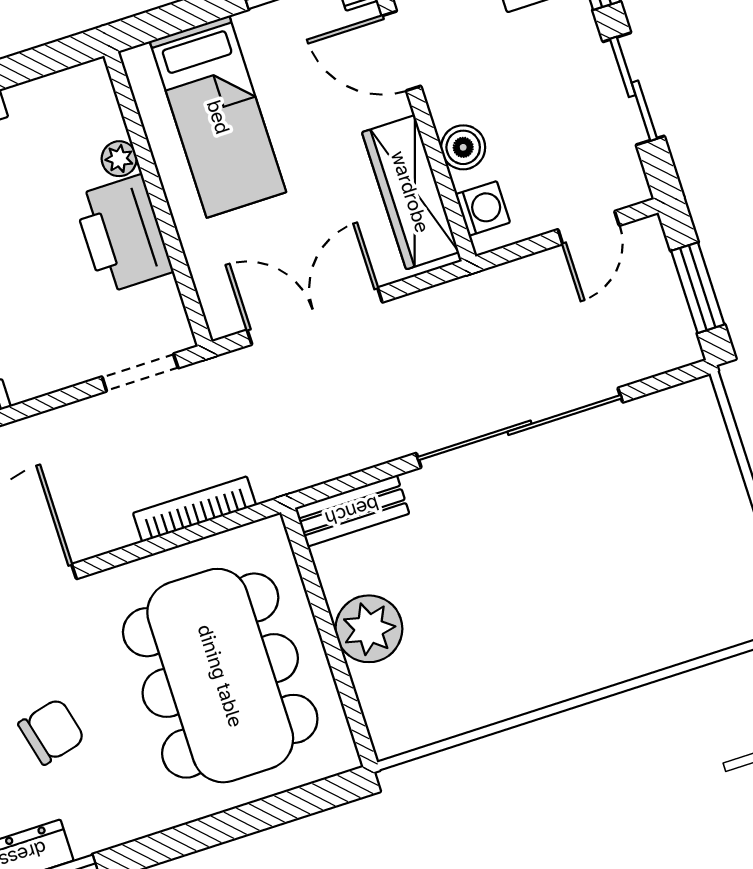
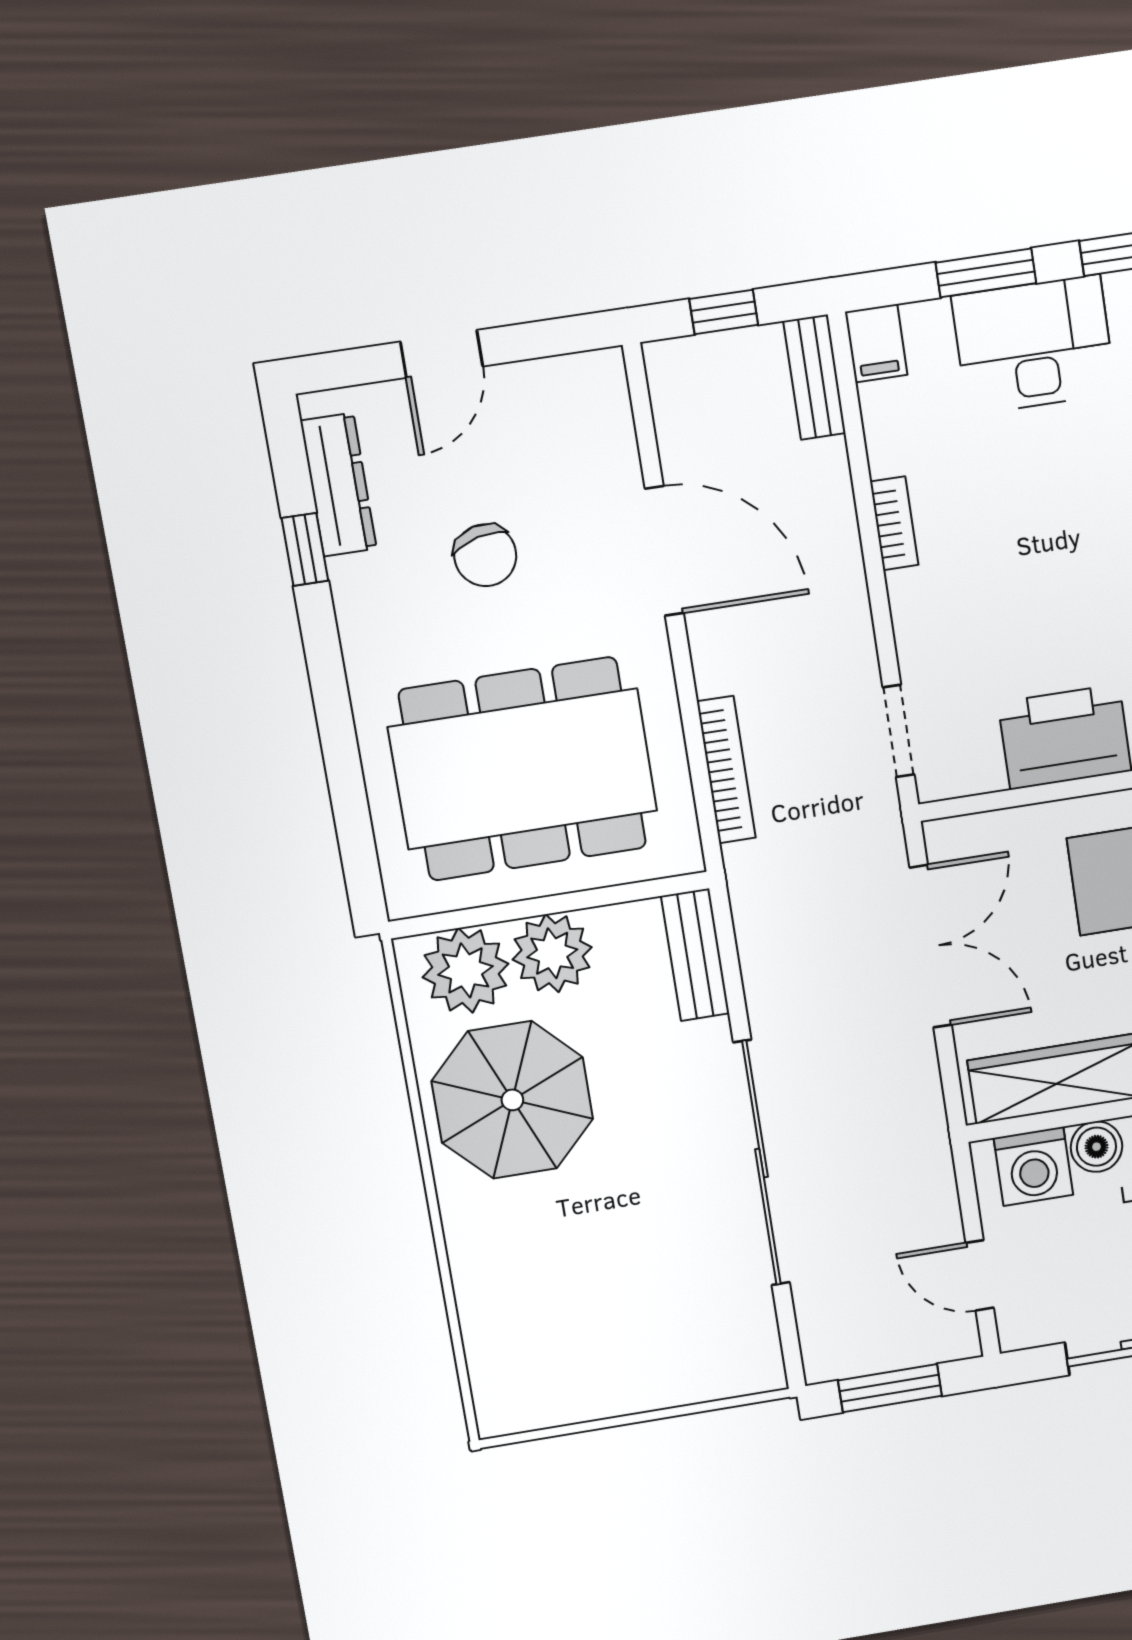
washing machine: (483, 208) -> (1033, 1166), width x1.38, depth x1.38
parasol: (497, 643) -> (512, 1100), added
plant: (394, 698) -> (465, 970), added

